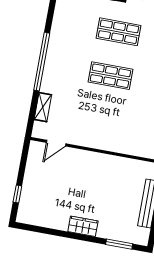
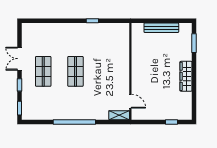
shelving: (43, 107) -> (119, 115), moved
wardrobe: (83, 226) -> (186, 76), width x1.50

